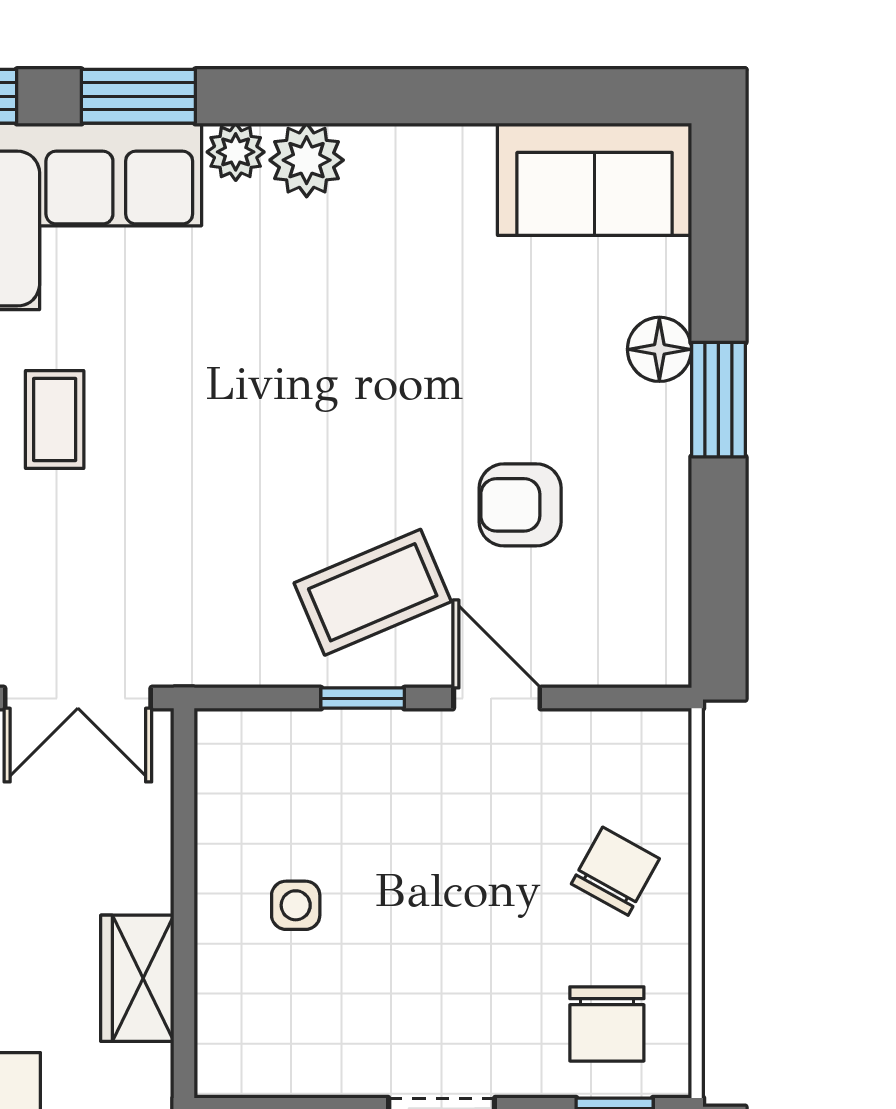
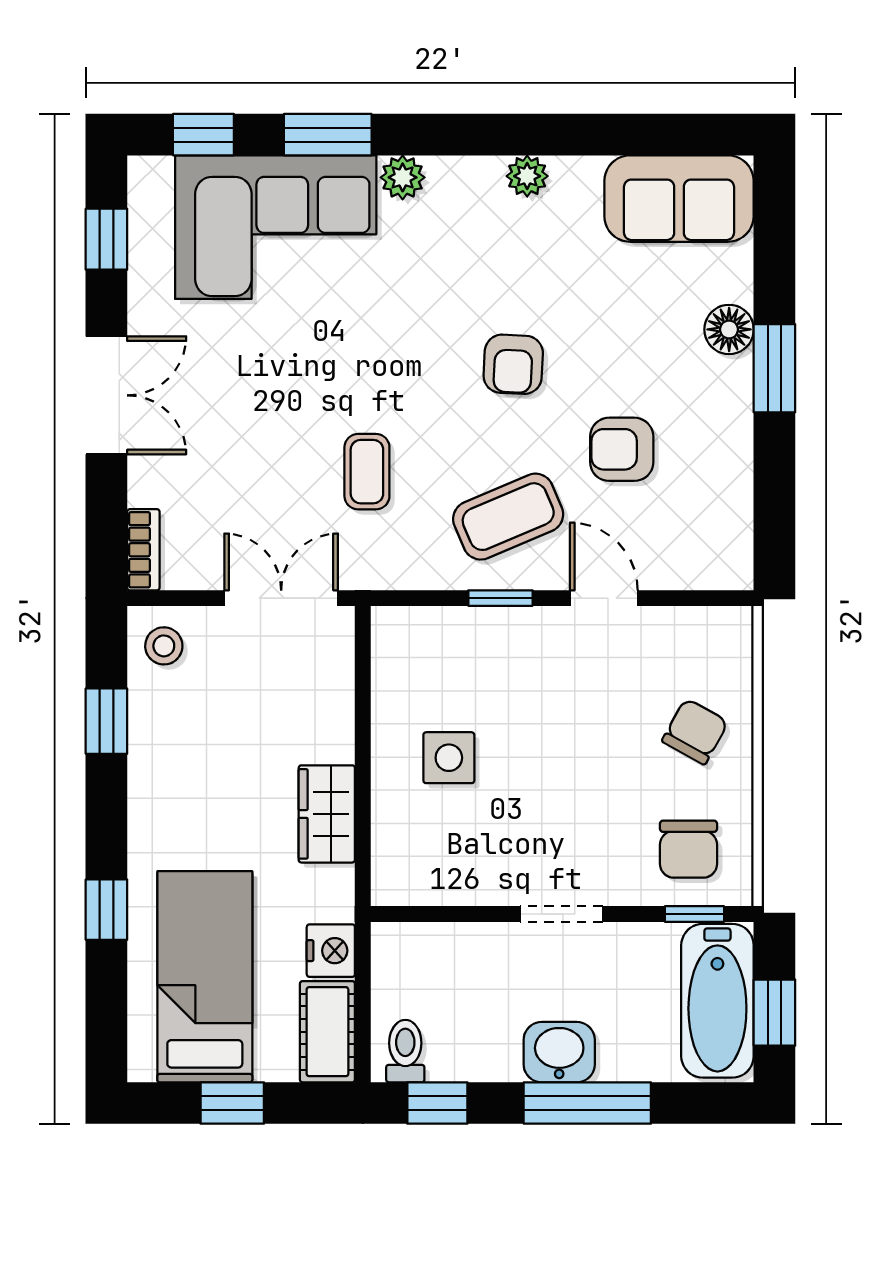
plant: (307, 160) -> (527, 176), moved, width x0.73, depth x0.73
armchair: (379, 395) -> (513, 364), added
coffee table: (55, 419) -> (367, 472), moved
double door: (78, 698) -> (281, 598), swing flipped
side table: (296, 905) -> (449, 758), width x1.37, depth x1.37

